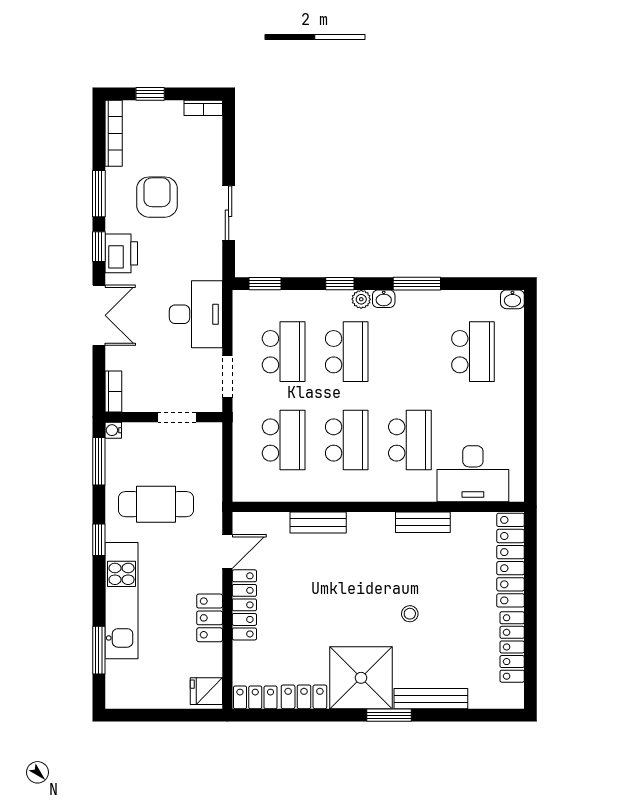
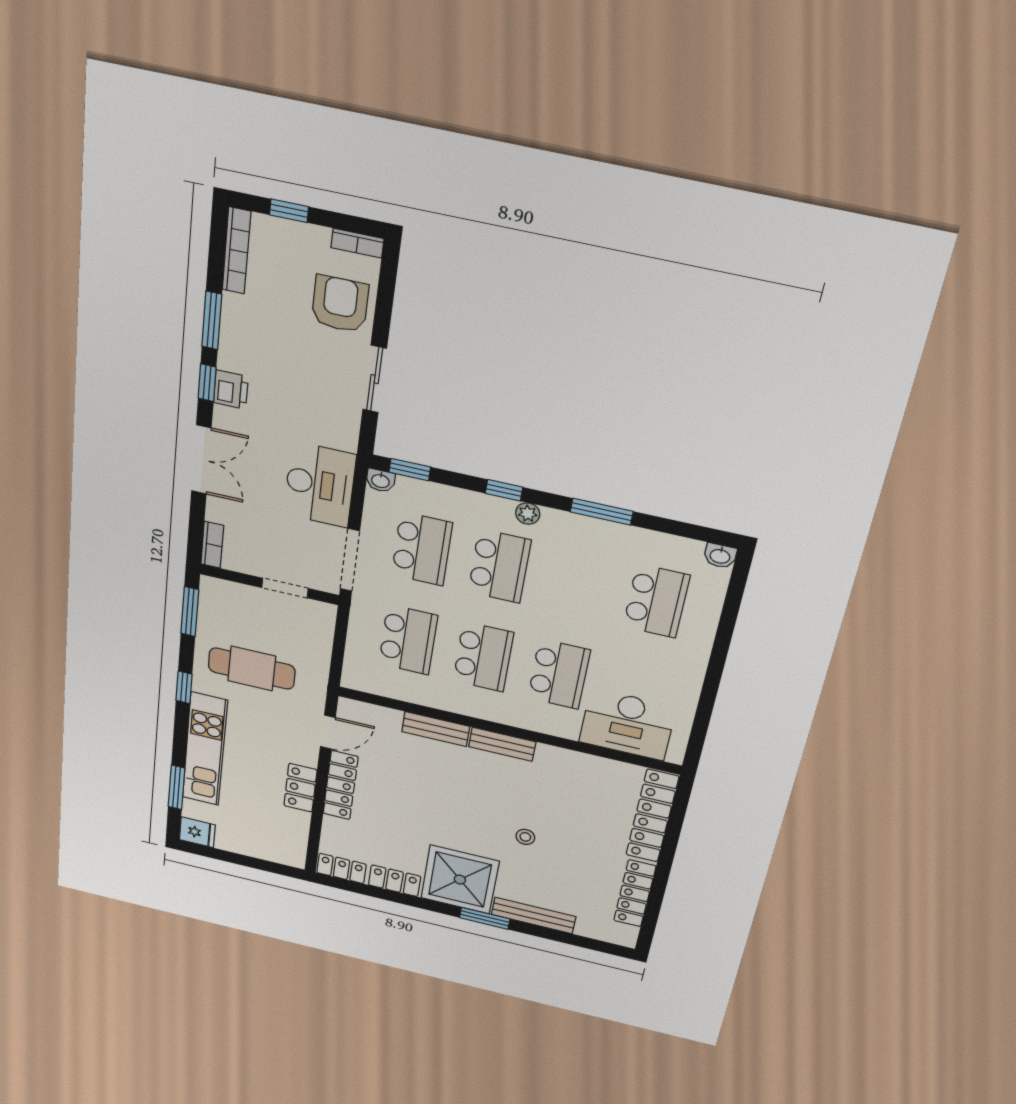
armchair: (157, 197) -> (340, 304), moved
printer: (121, 253) -> (231, 390), width x0.73, depth x0.81
washbasin: (384, 299) -> (380, 481), moved
doorway: (227, 377) -> (350, 560), width x1.38
water cooler: (113, 430) -> (209, 584), removed
bench: (423, 522) -> (502, 744), moved
fridge: (206, 691) -> (197, 832), moved, turned 180

